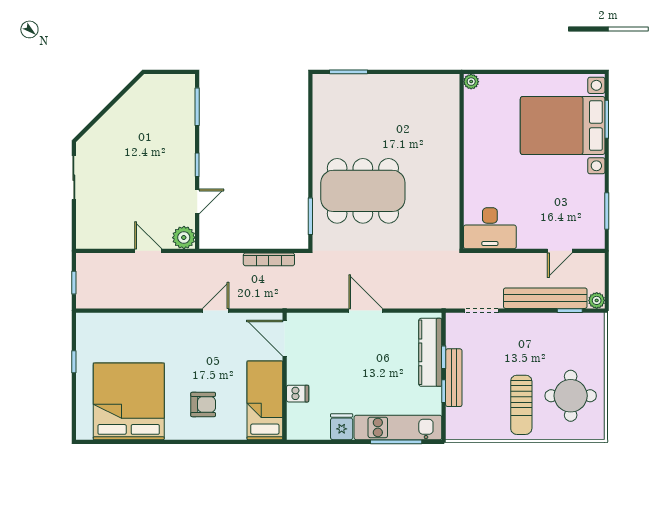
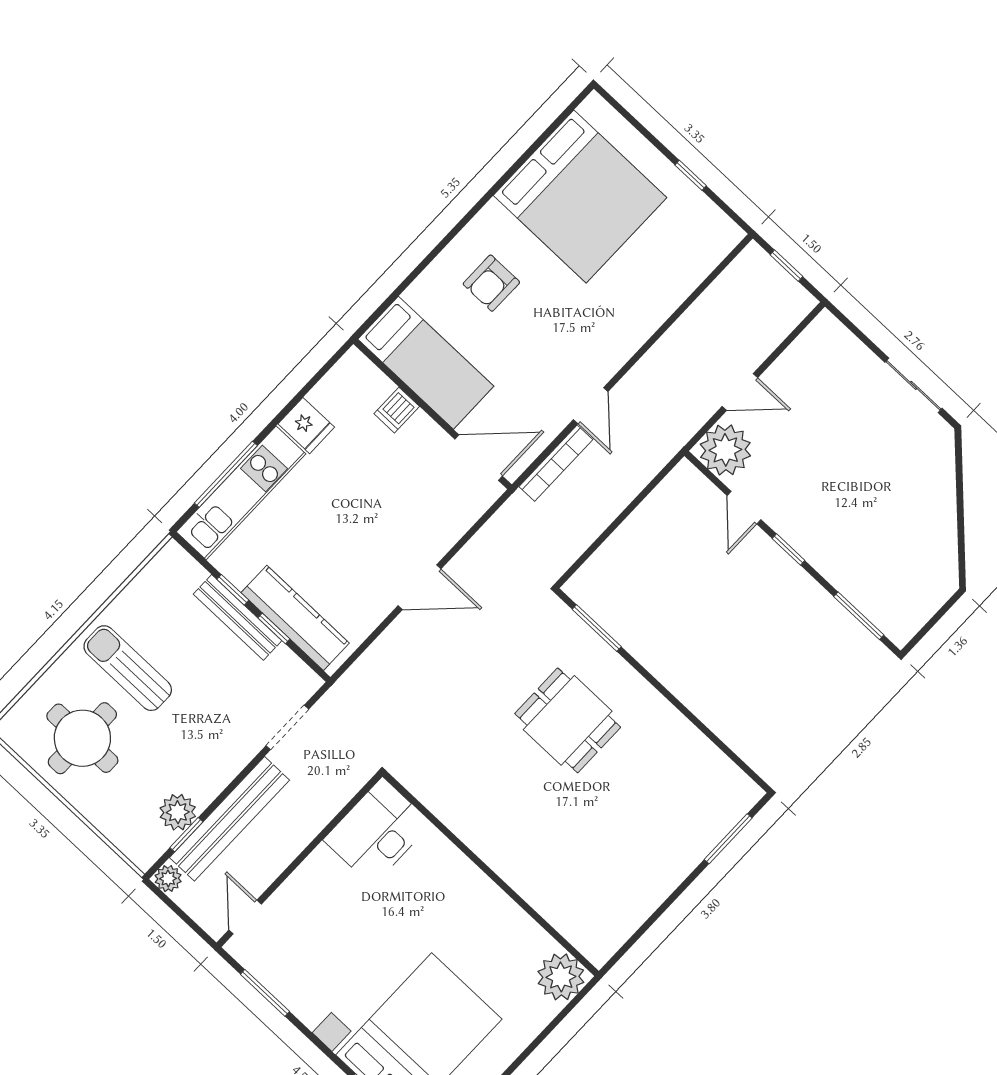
plant: (471, 82) -> (561, 977), width x1.87, depth x1.87
dining table: (363, 191) -> (568, 720), width x0.53, depth x0.80
plant: (184, 238) -> (725, 450), width x1.36, depth x1.36
door: (560, 251) -> (245, 917), moved
bookcase: (269, 259) -> (556, 463), moved, turned 180
plant: (564, 324) -> (178, 812), added

